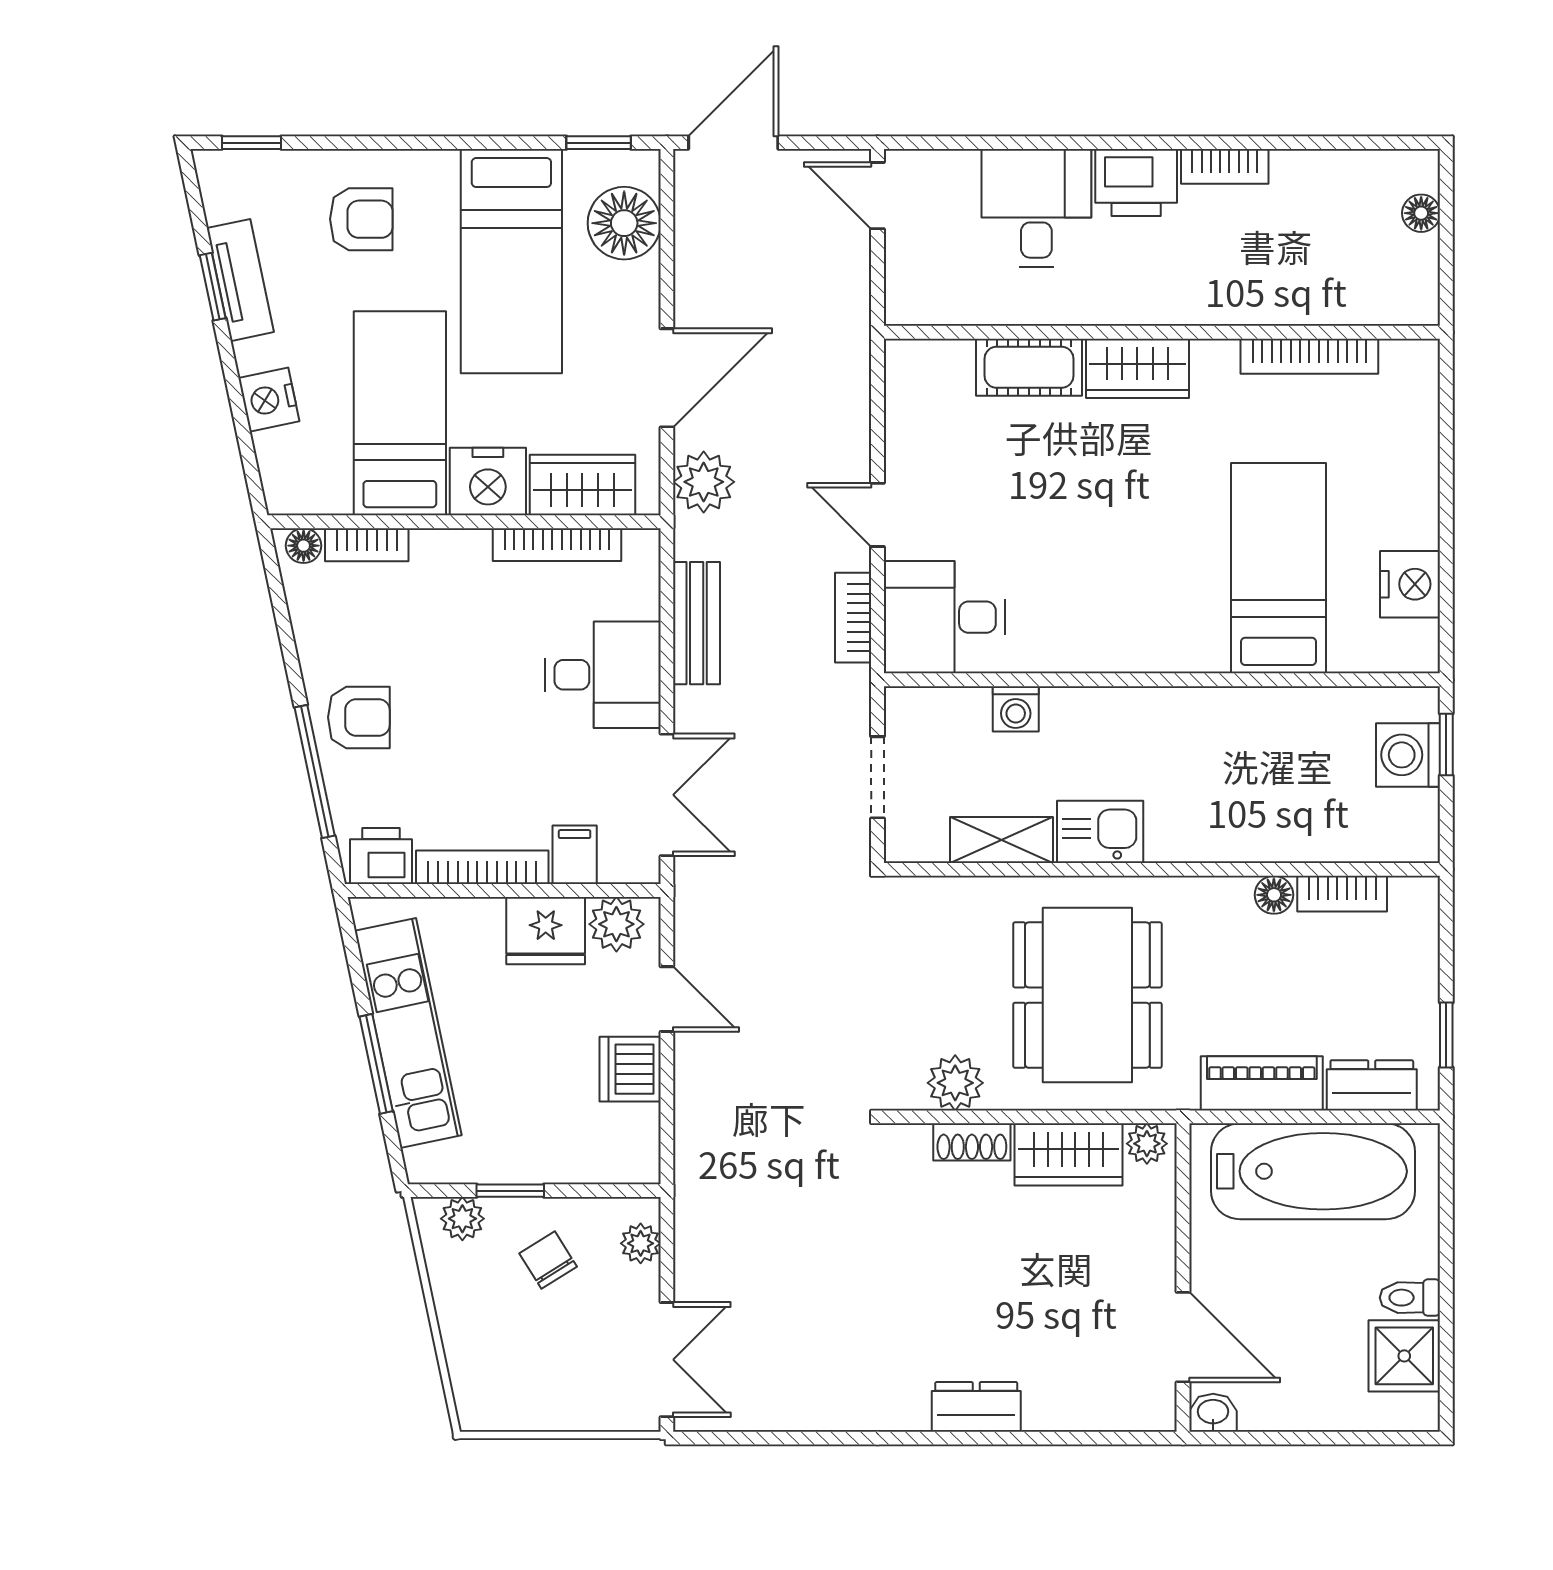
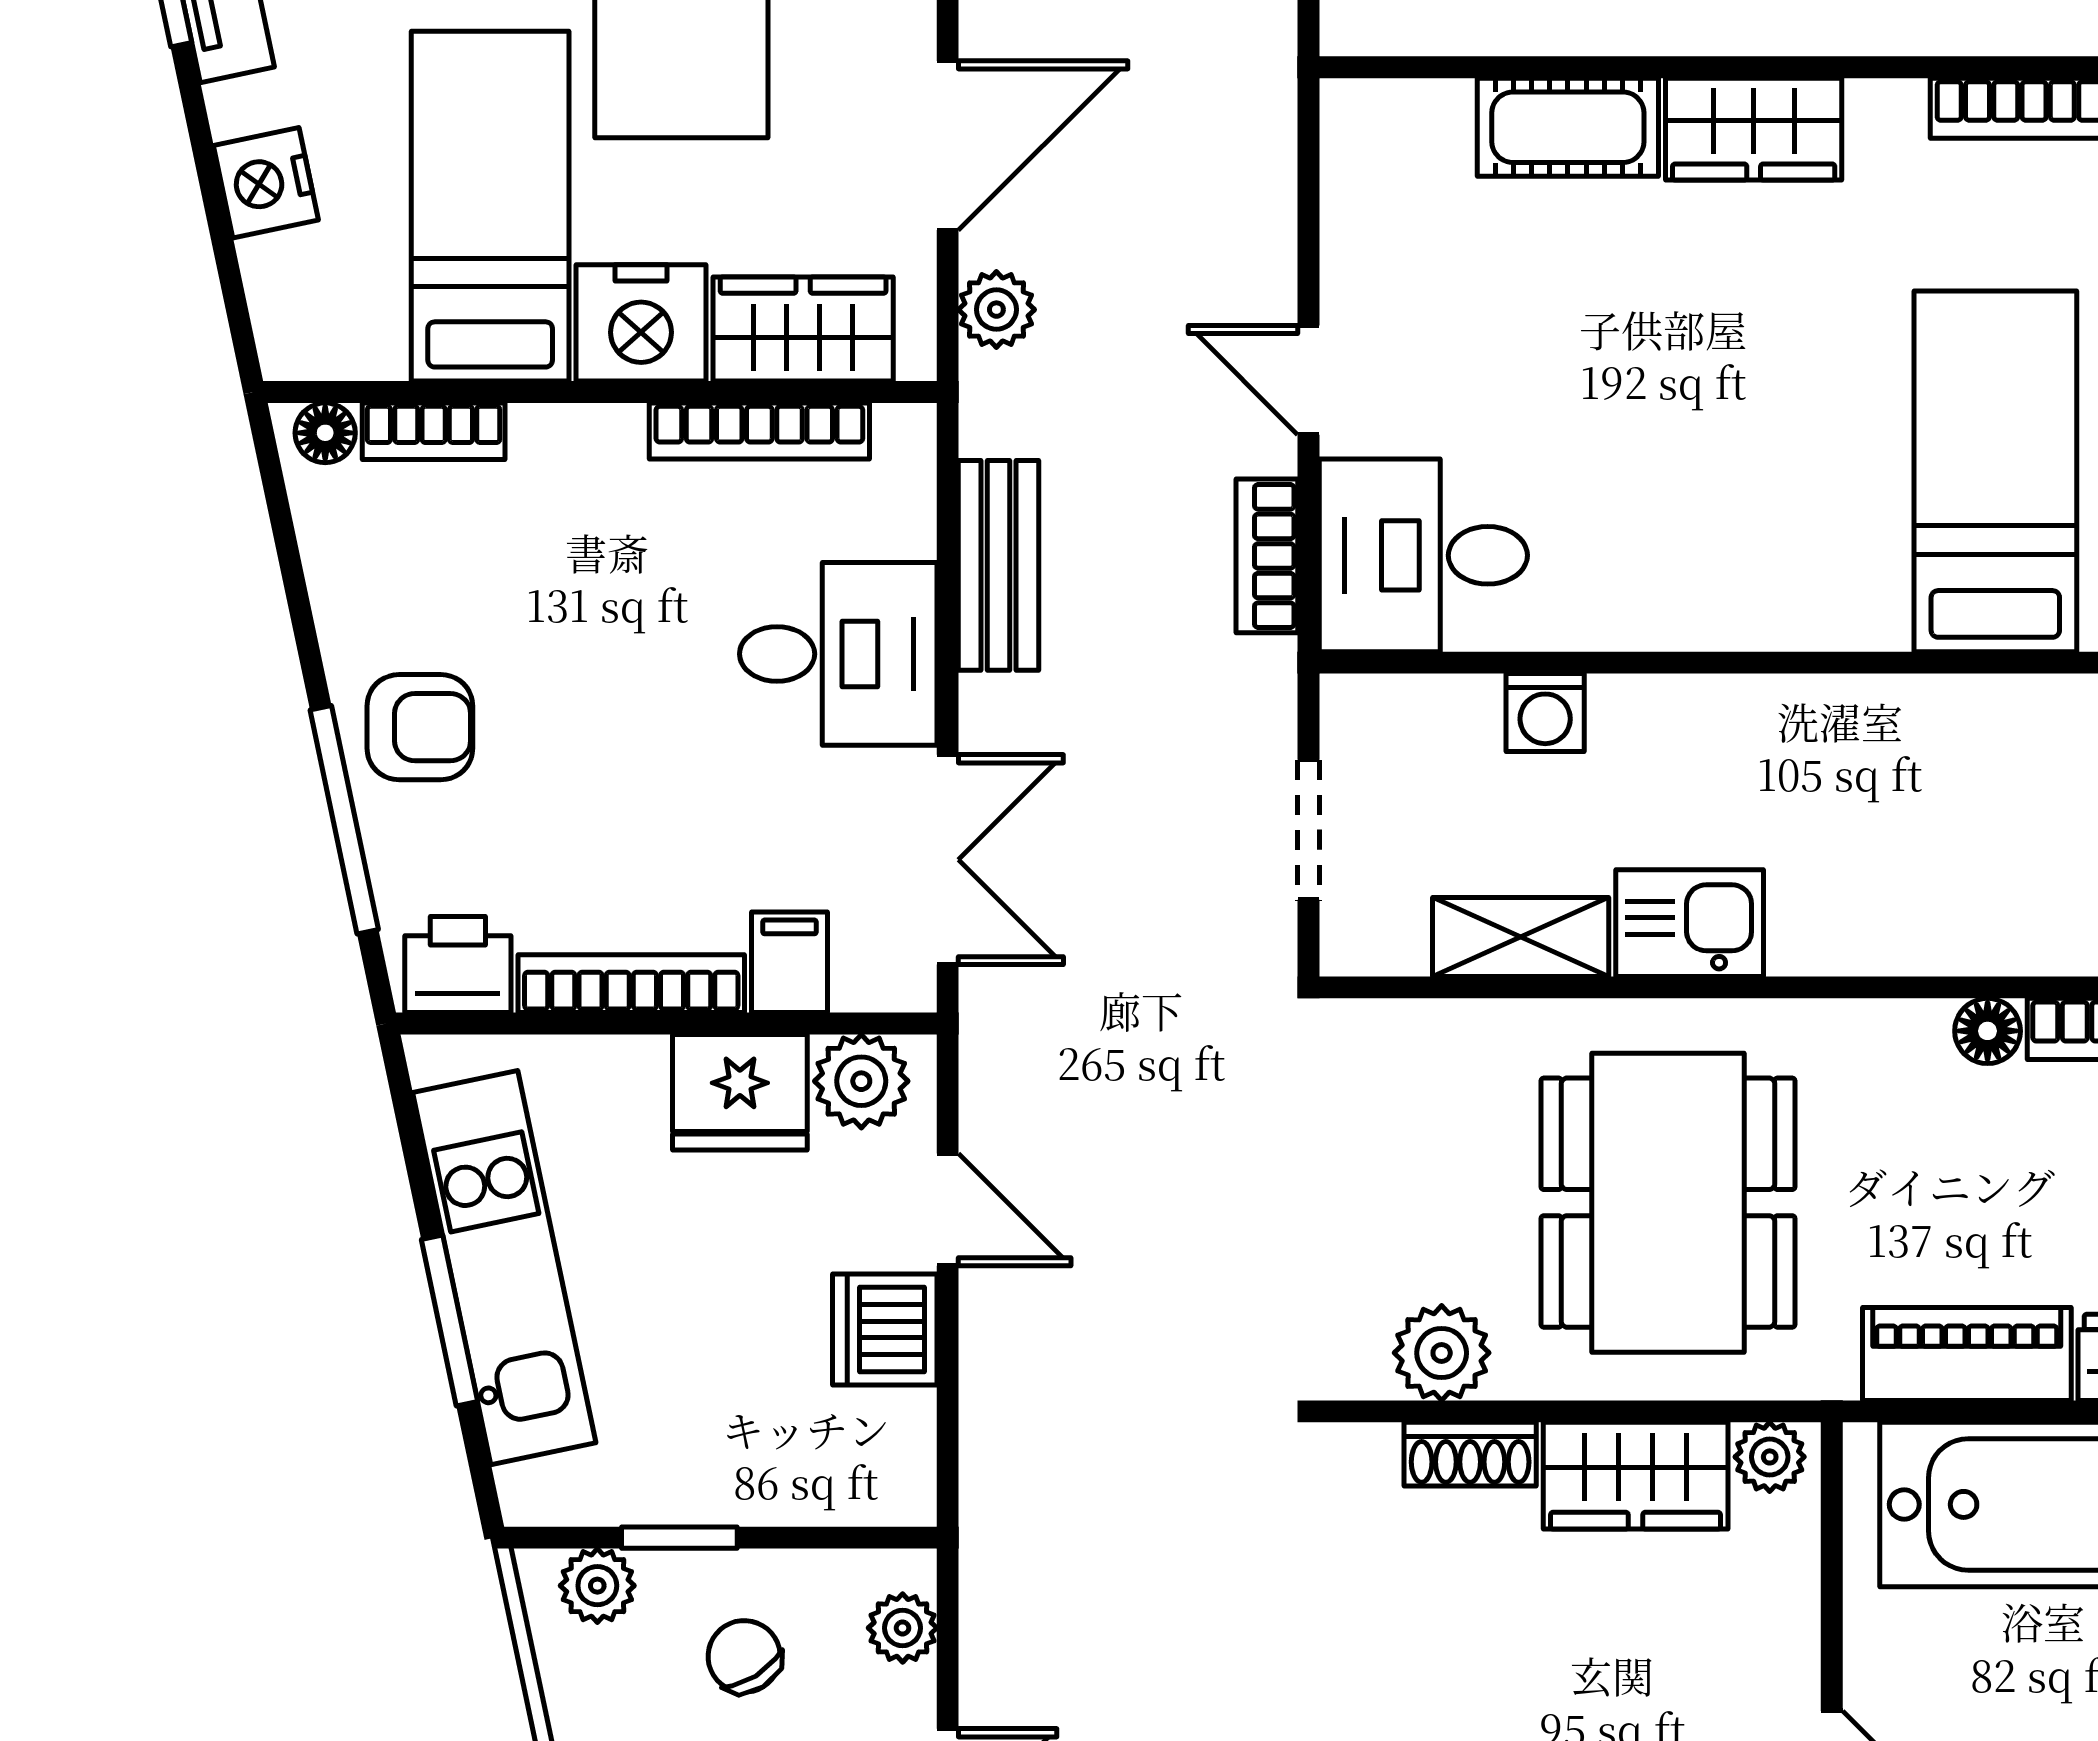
plant: (704, 482) -> (996, 310), width x0.73, depth x0.73

